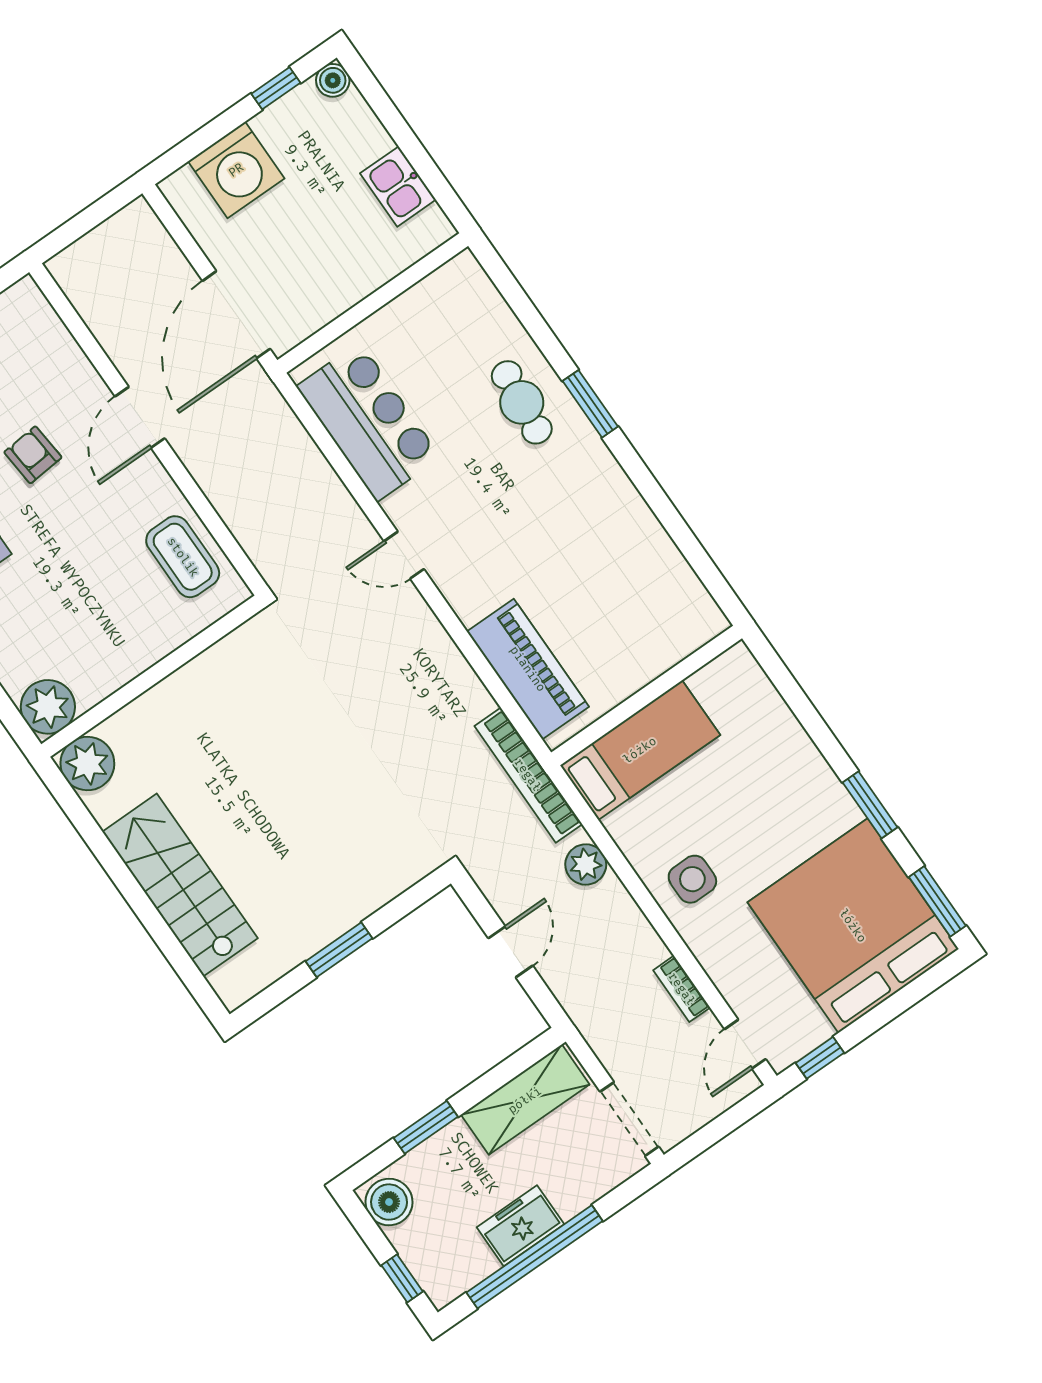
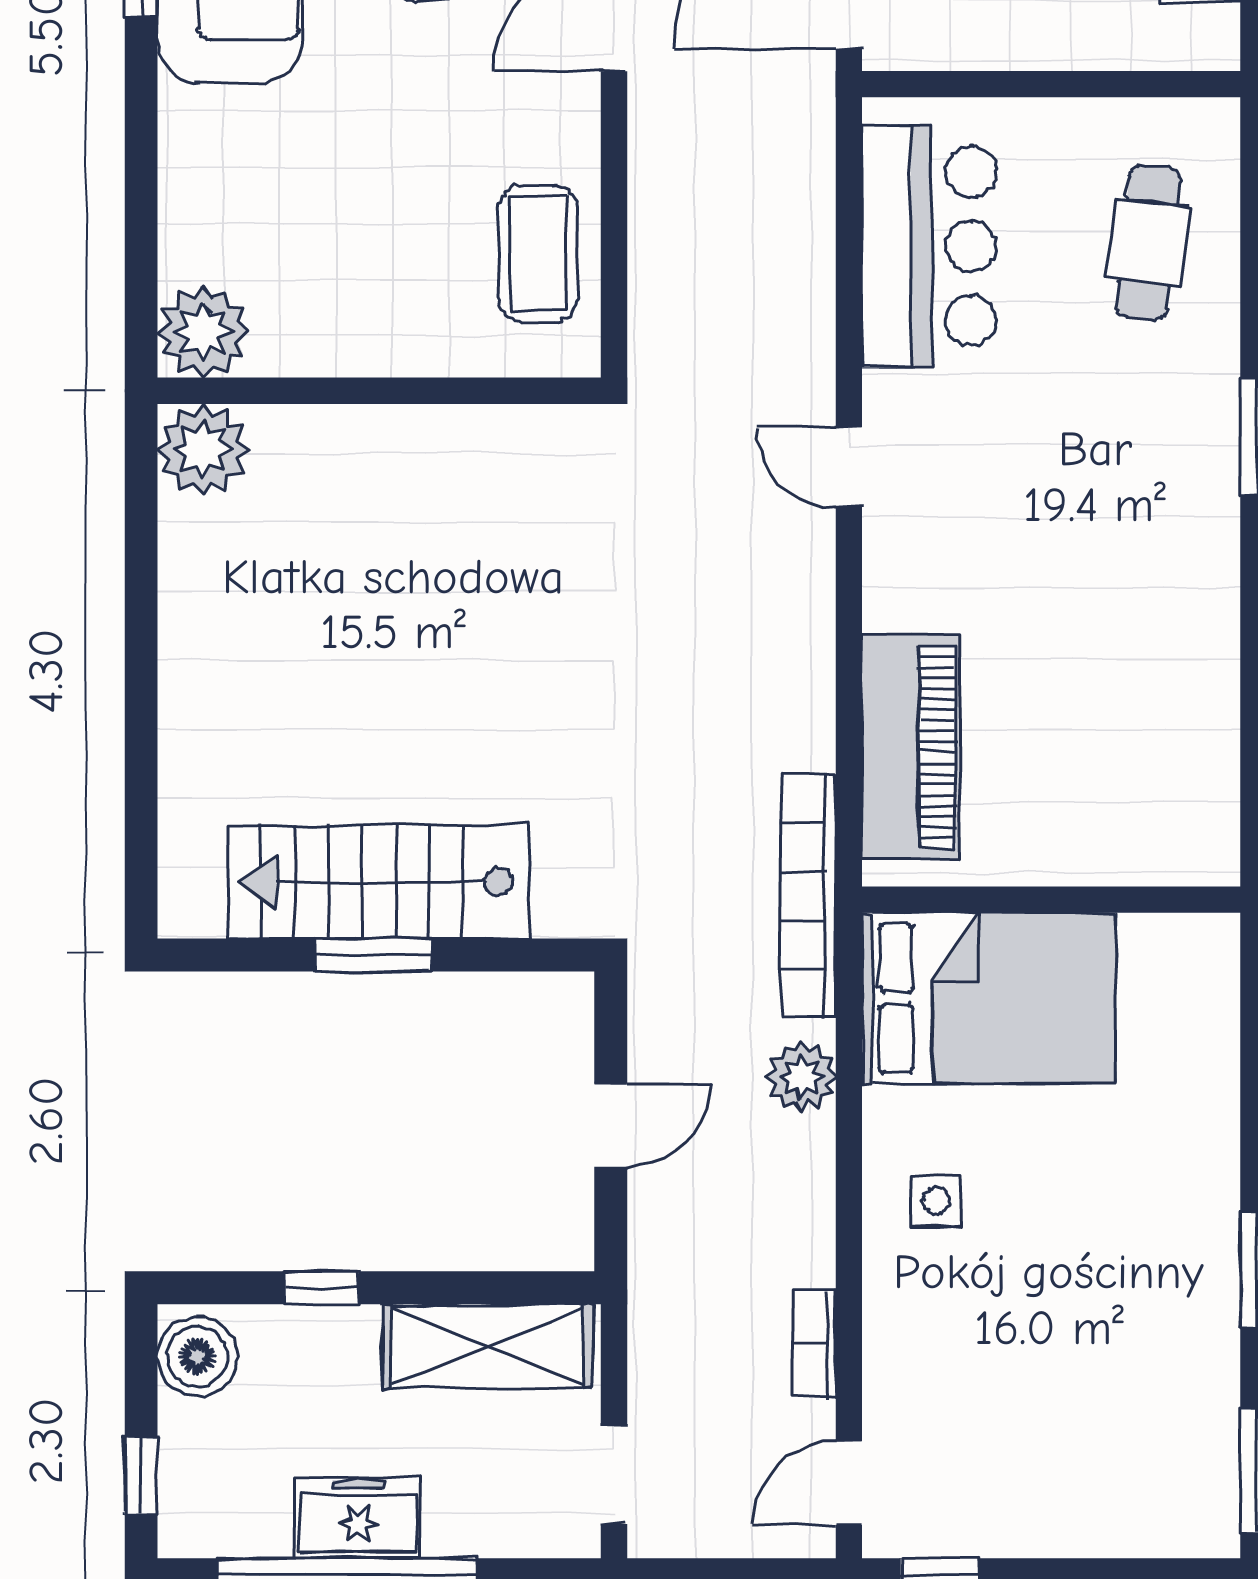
cafe table: (522, 402) -> (1148, 242), moved
bed: (640, 750) -> (989, 998), width x1.50
side table: (692, 879) -> (936, 1201), width x0.73, depth x0.73
stairs: (180, 885) -> (378, 882), moved, turned -90
bed: (853, 926) -> (1115, 1423), removed
doorway: (629, 1119) -> (614, 1475), width x0.73
window: (426, 1127) -> (321, 1288), width x0.67

